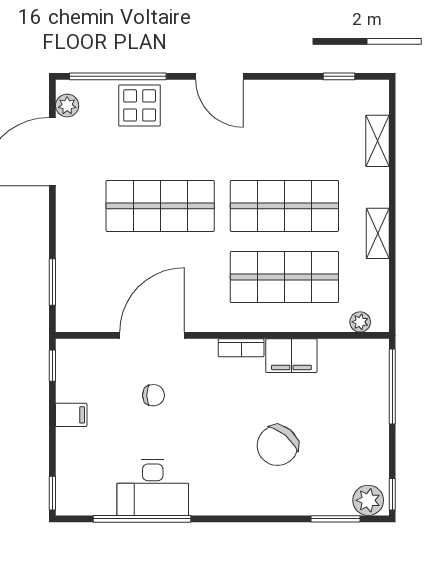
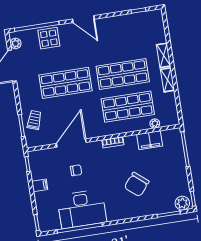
shelving: (377, 141) -> (164, 55), moved
trolley: (81, 274) -> (34, 120), added
plant: (360, 322) -> (155, 124), moved
filing cabinet: (291, 356) -> (150, 140), moved
desk: (153, 488) -> (82, 209), width x1.36, depth x1.30

